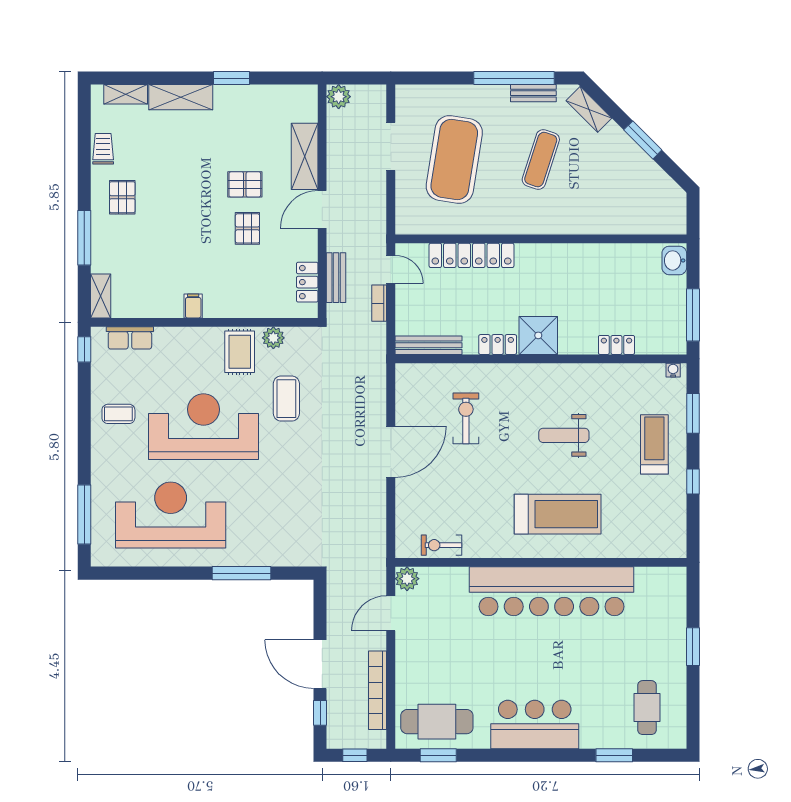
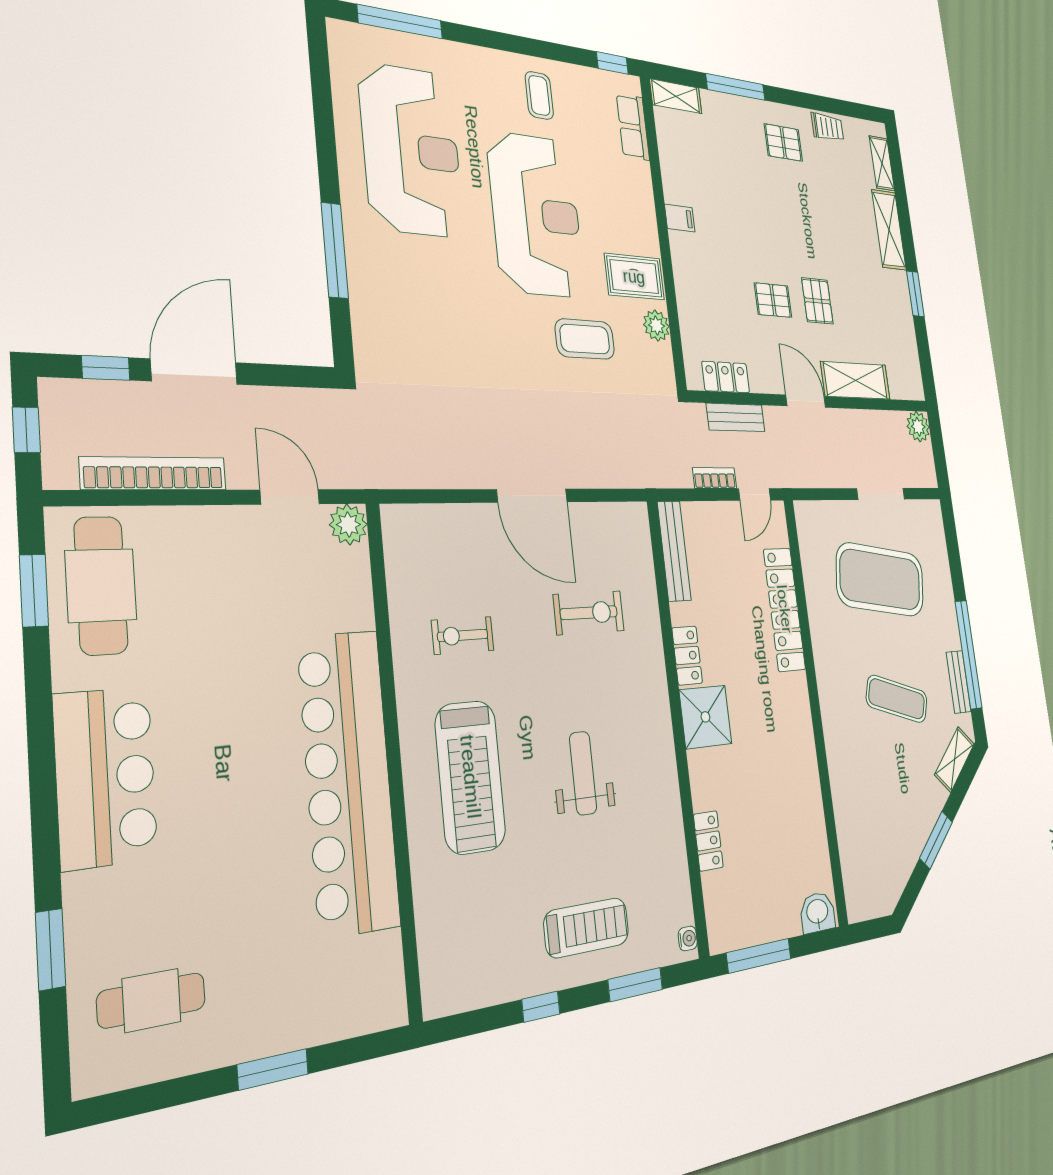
exercise bike: (441, 545) -> (463, 635), moved, turned -90

